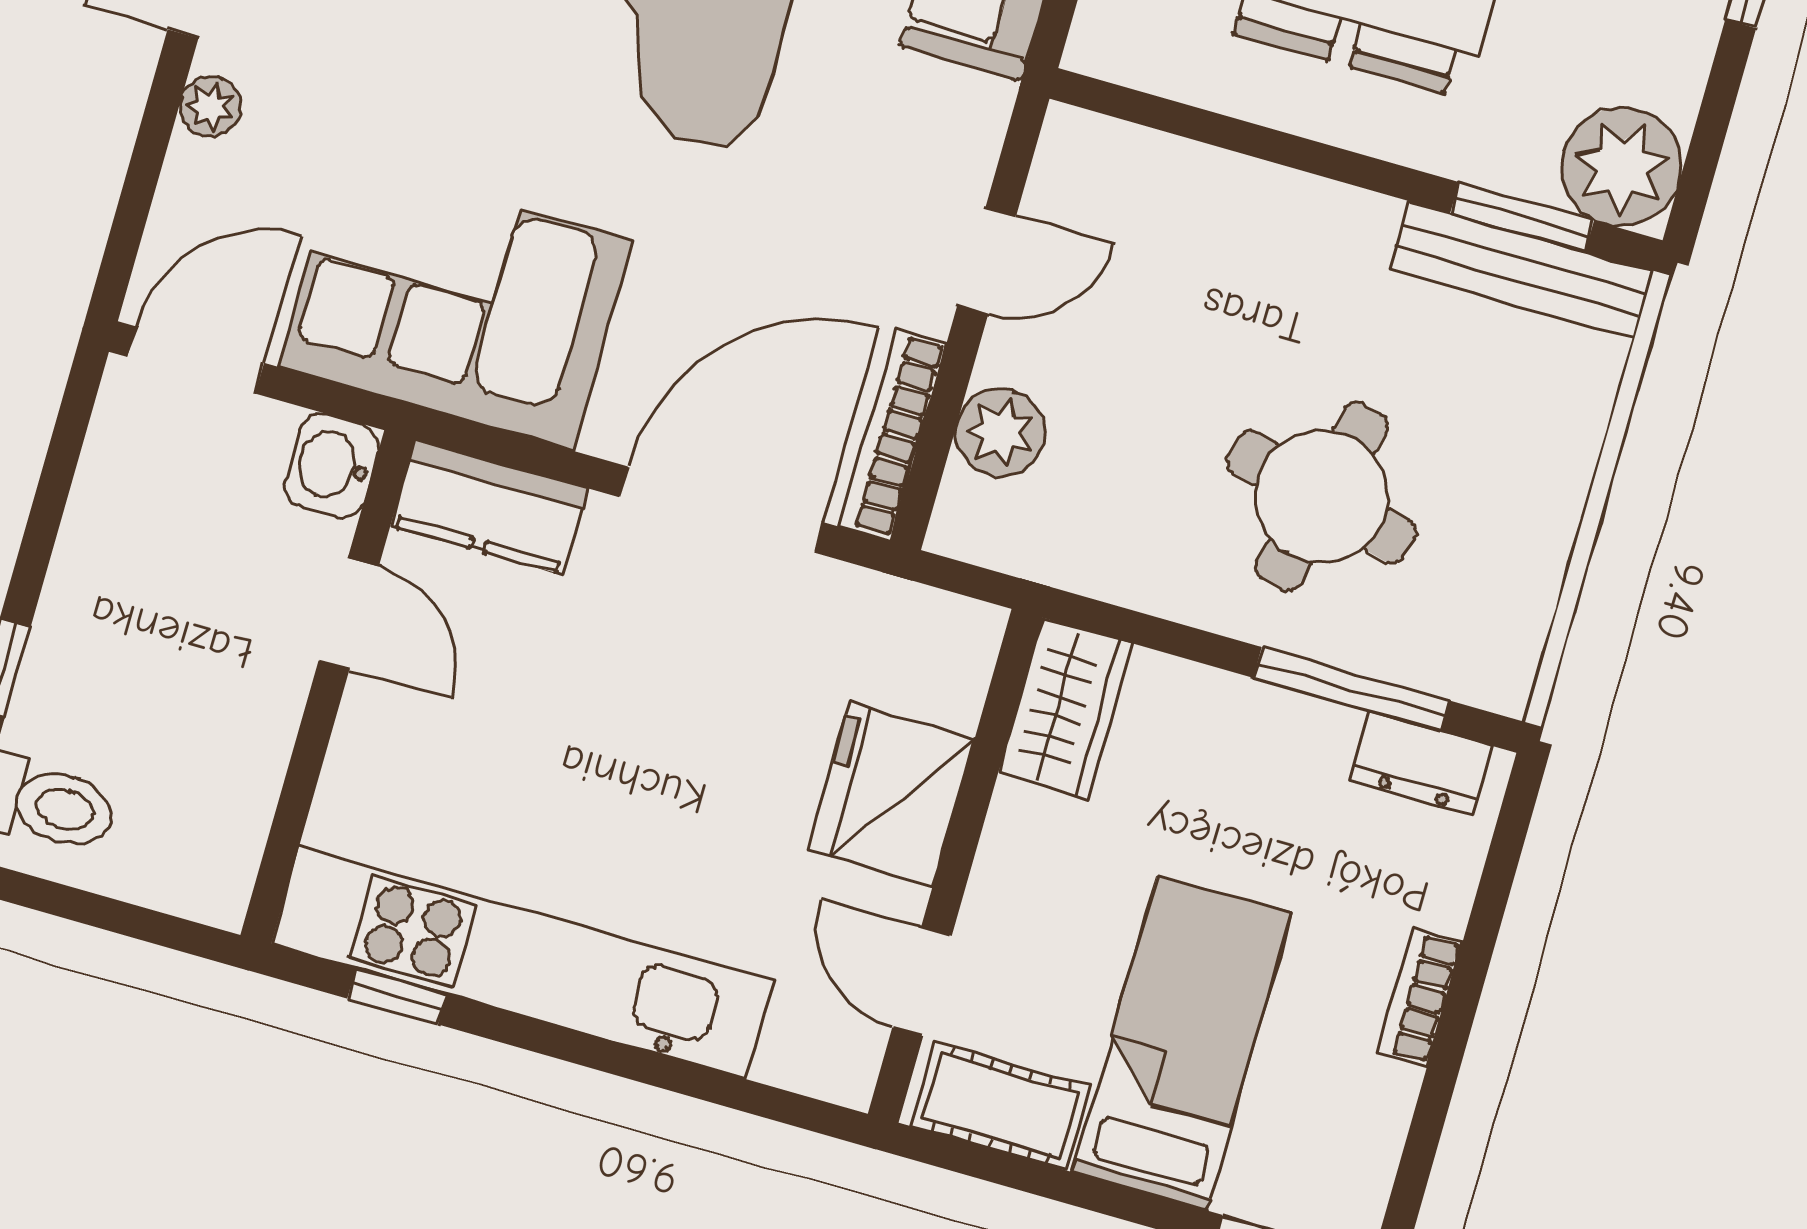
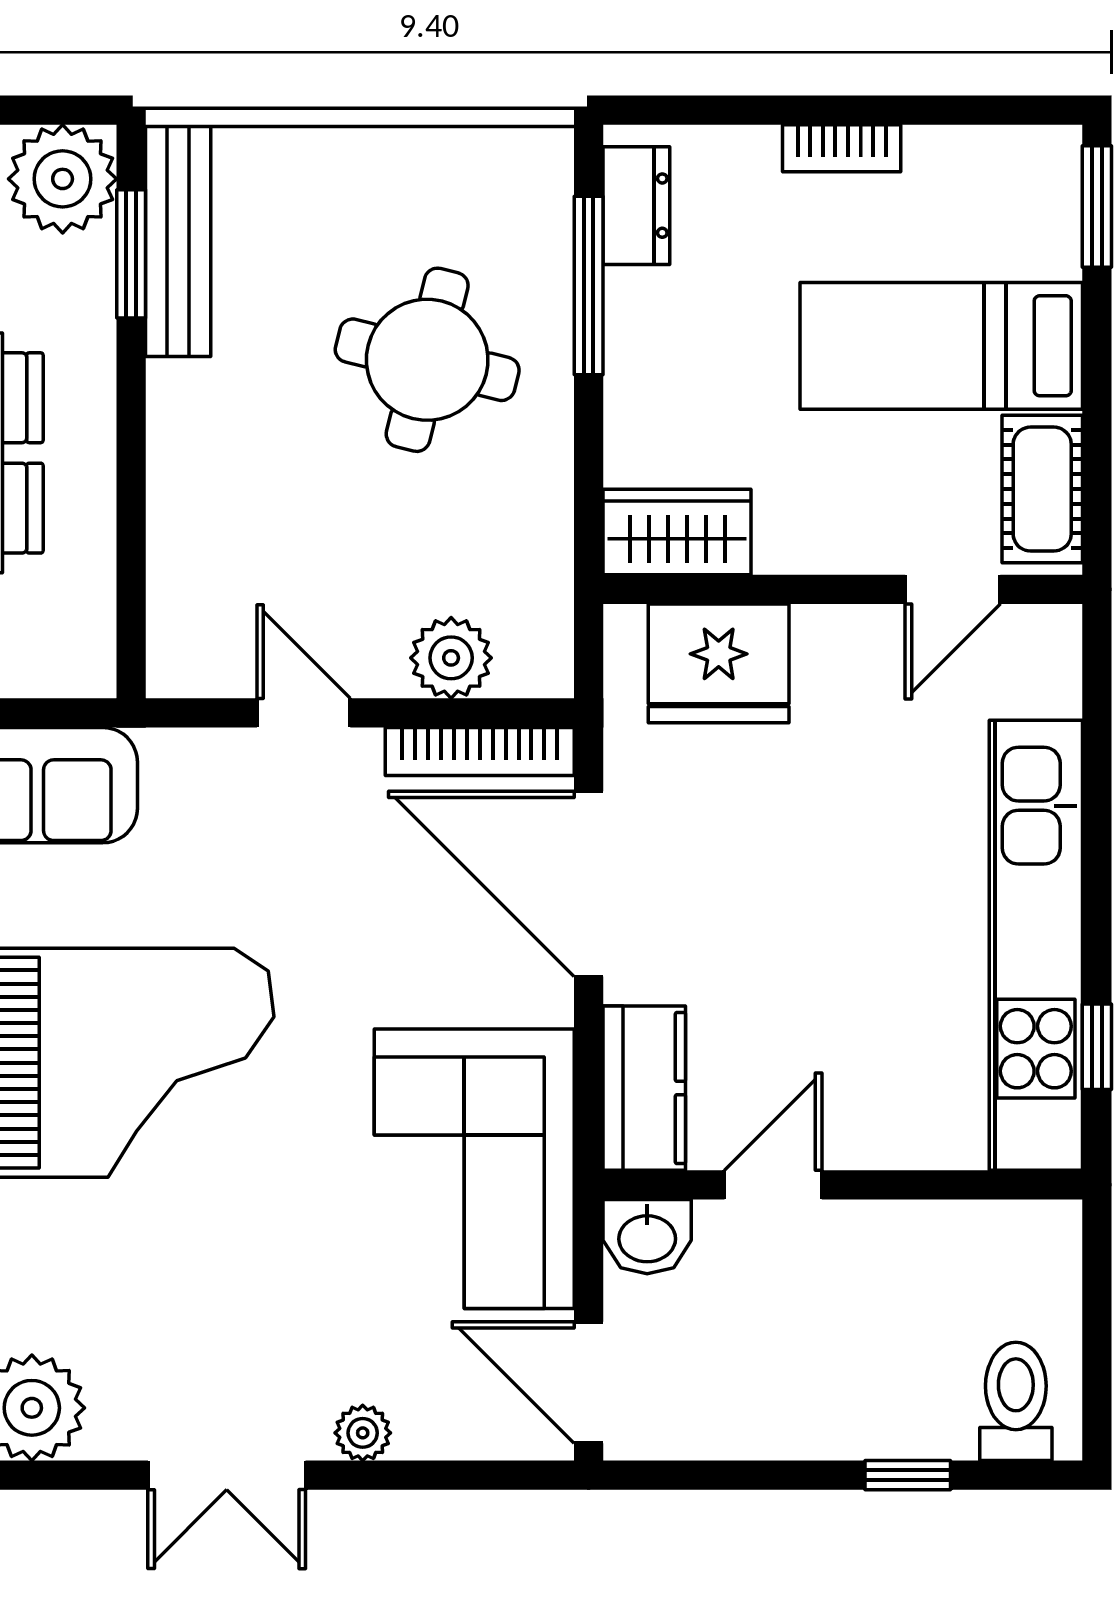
fridge: (891, 795) -> (719, 663), moved

